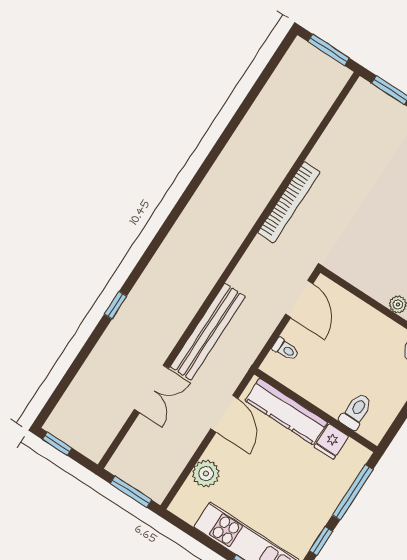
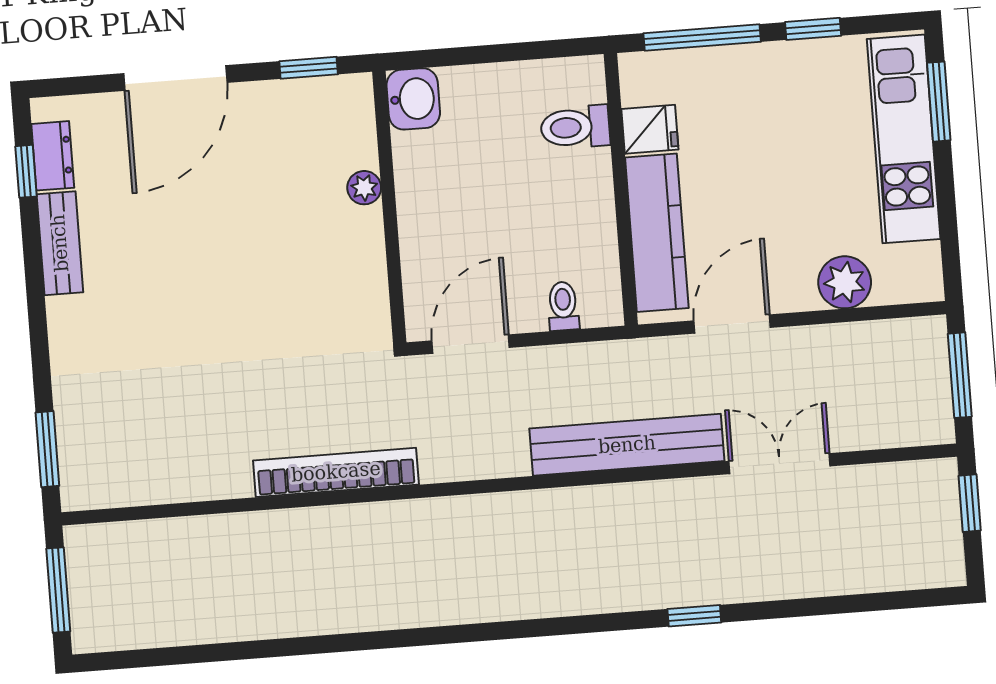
window: (57, 444) -> (970, 503), moved

